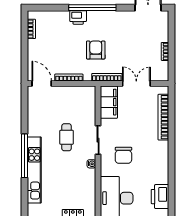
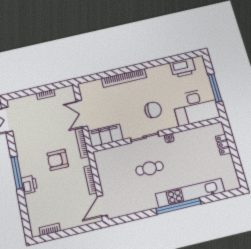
window: (92, 8) -> (17, 173), width x0.68
bookcase: (163, 117) -> (124, 78), moved

